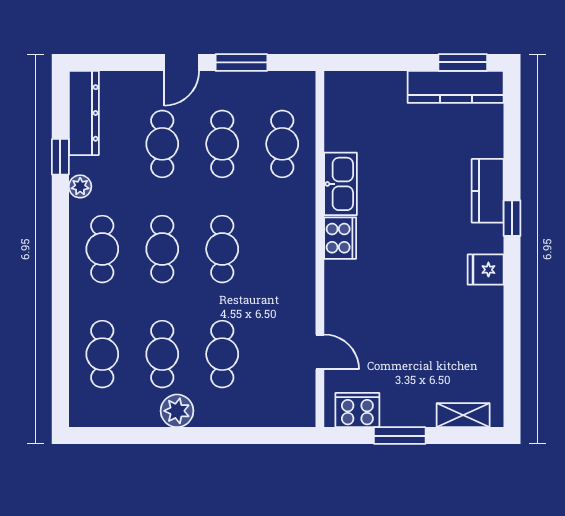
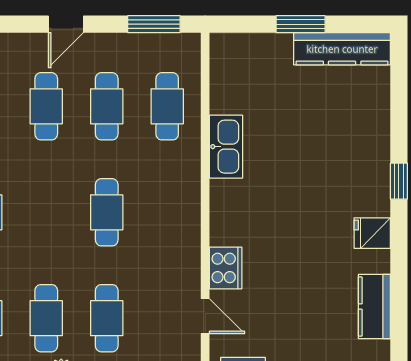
window: (241, 62) -> (154, 24), moved
window: (463, 62) -> (301, 24), moved
kitchen counter: (488, 191) -> (374, 307), moved
cooker: (340, 238) -> (226, 268), moved
cafe table: (162, 249) -> (46, 212), removed

